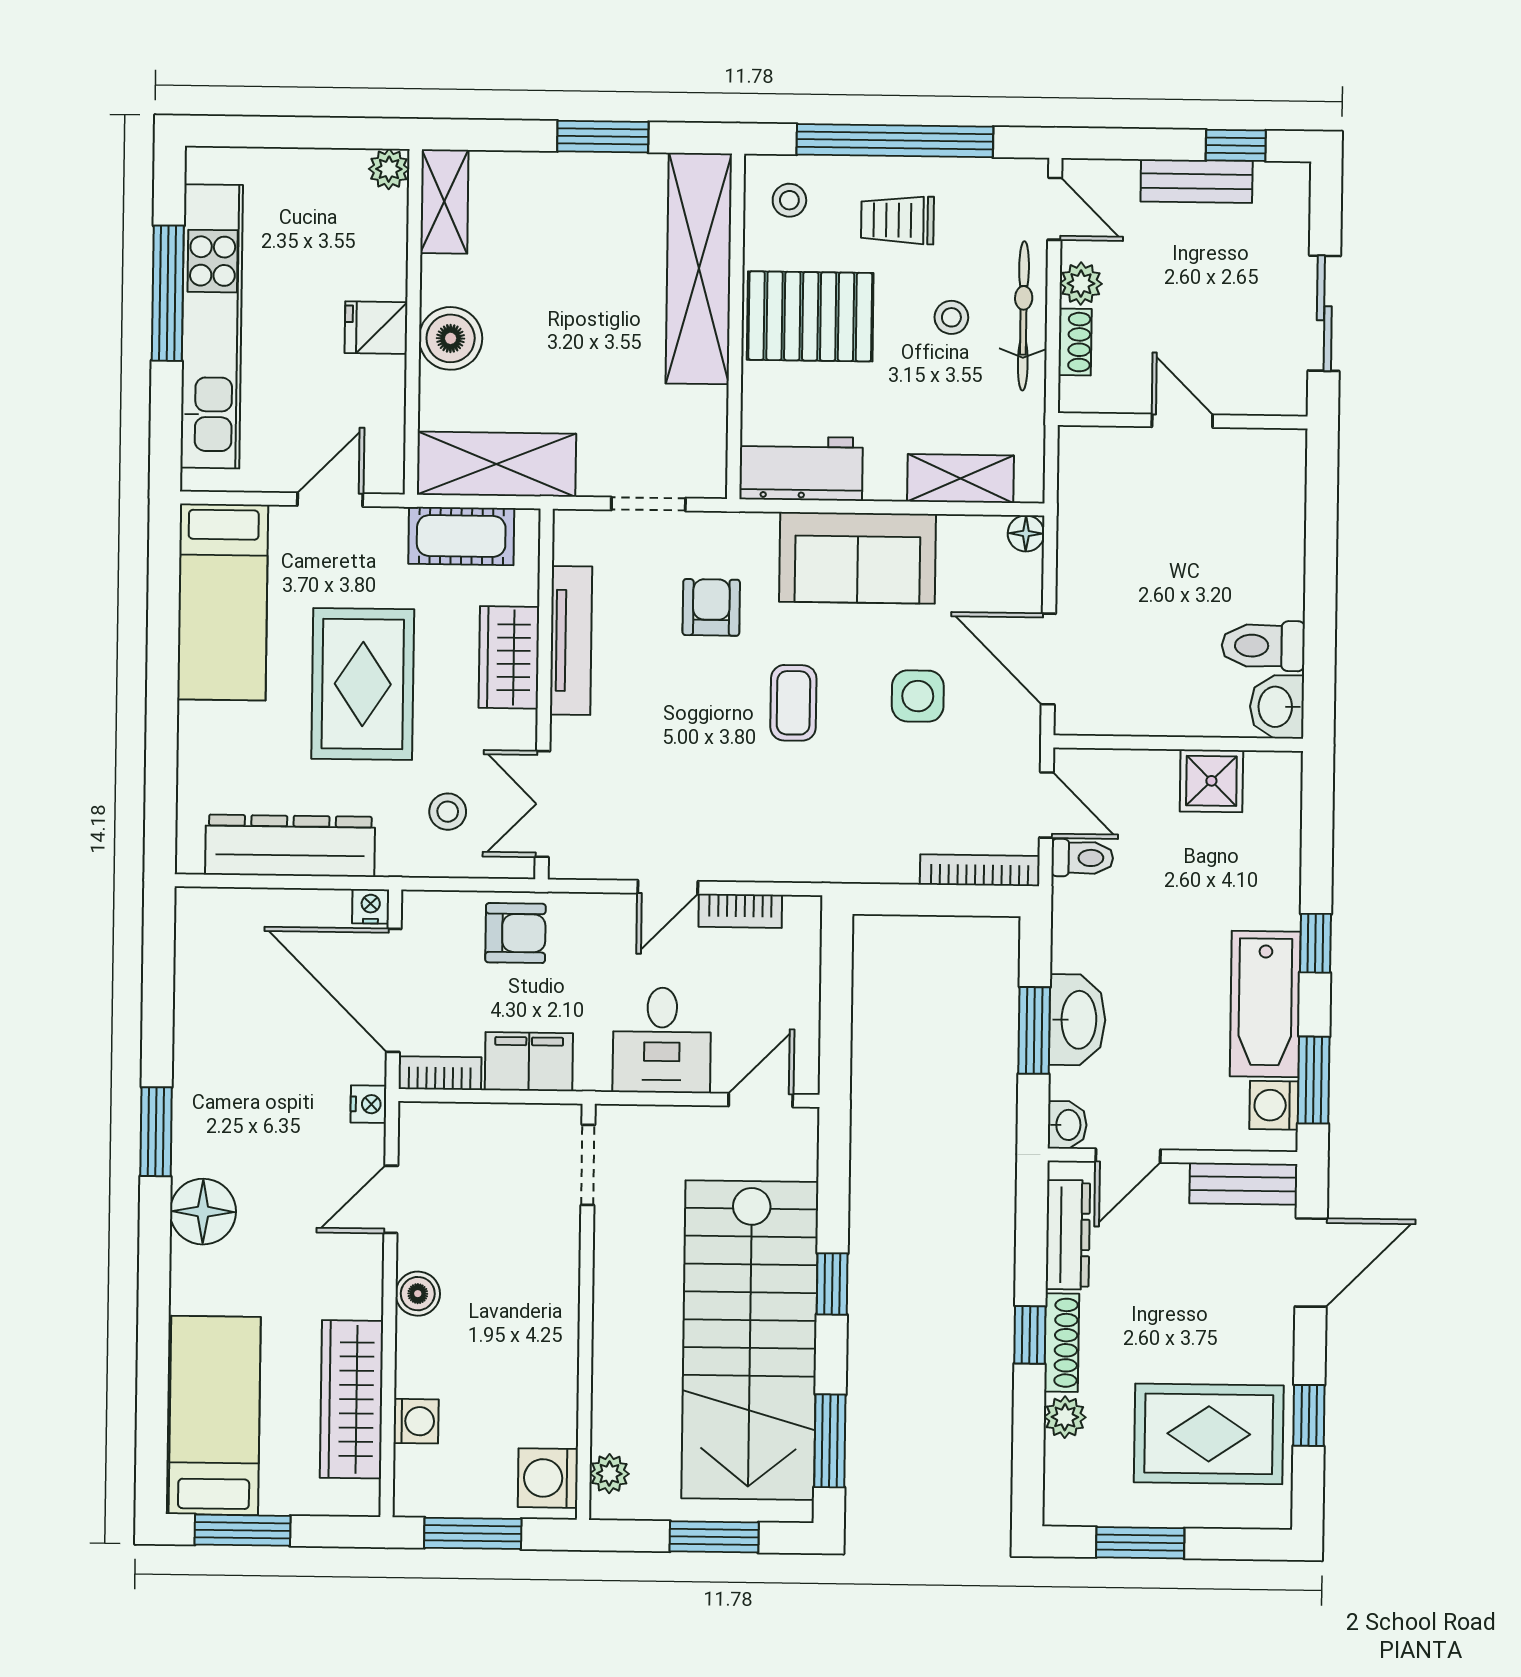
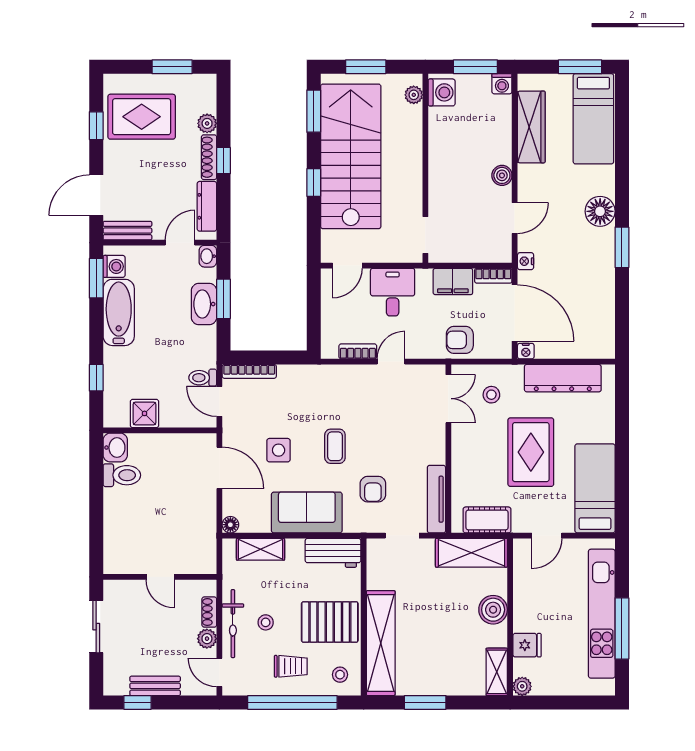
fridge: (376, 328) -> (527, 645), moved
tv unit: (571, 641) -> (436, 499), moved
wardrobe: (509, 657) -> (465, 465), removed
window: (1316, 943) -> (96, 378), moved
washing machine: (416, 1421) -> (502, 84), moved, turned -90

